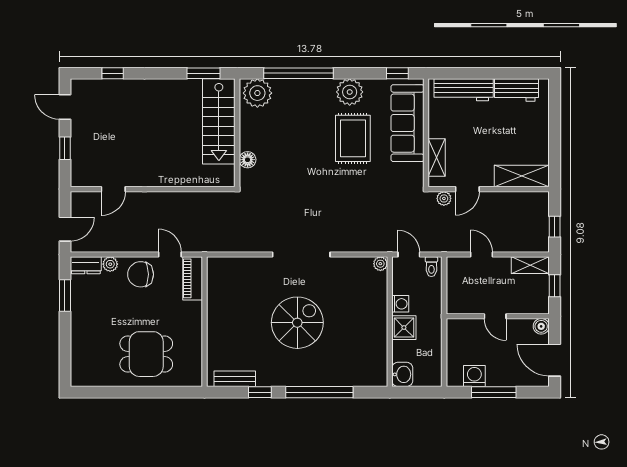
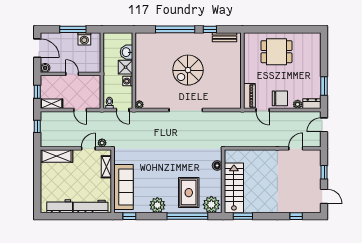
rug: (353, 138) -> (189, 193), moved
washbasin: (402, 374) -> (127, 52), moved

